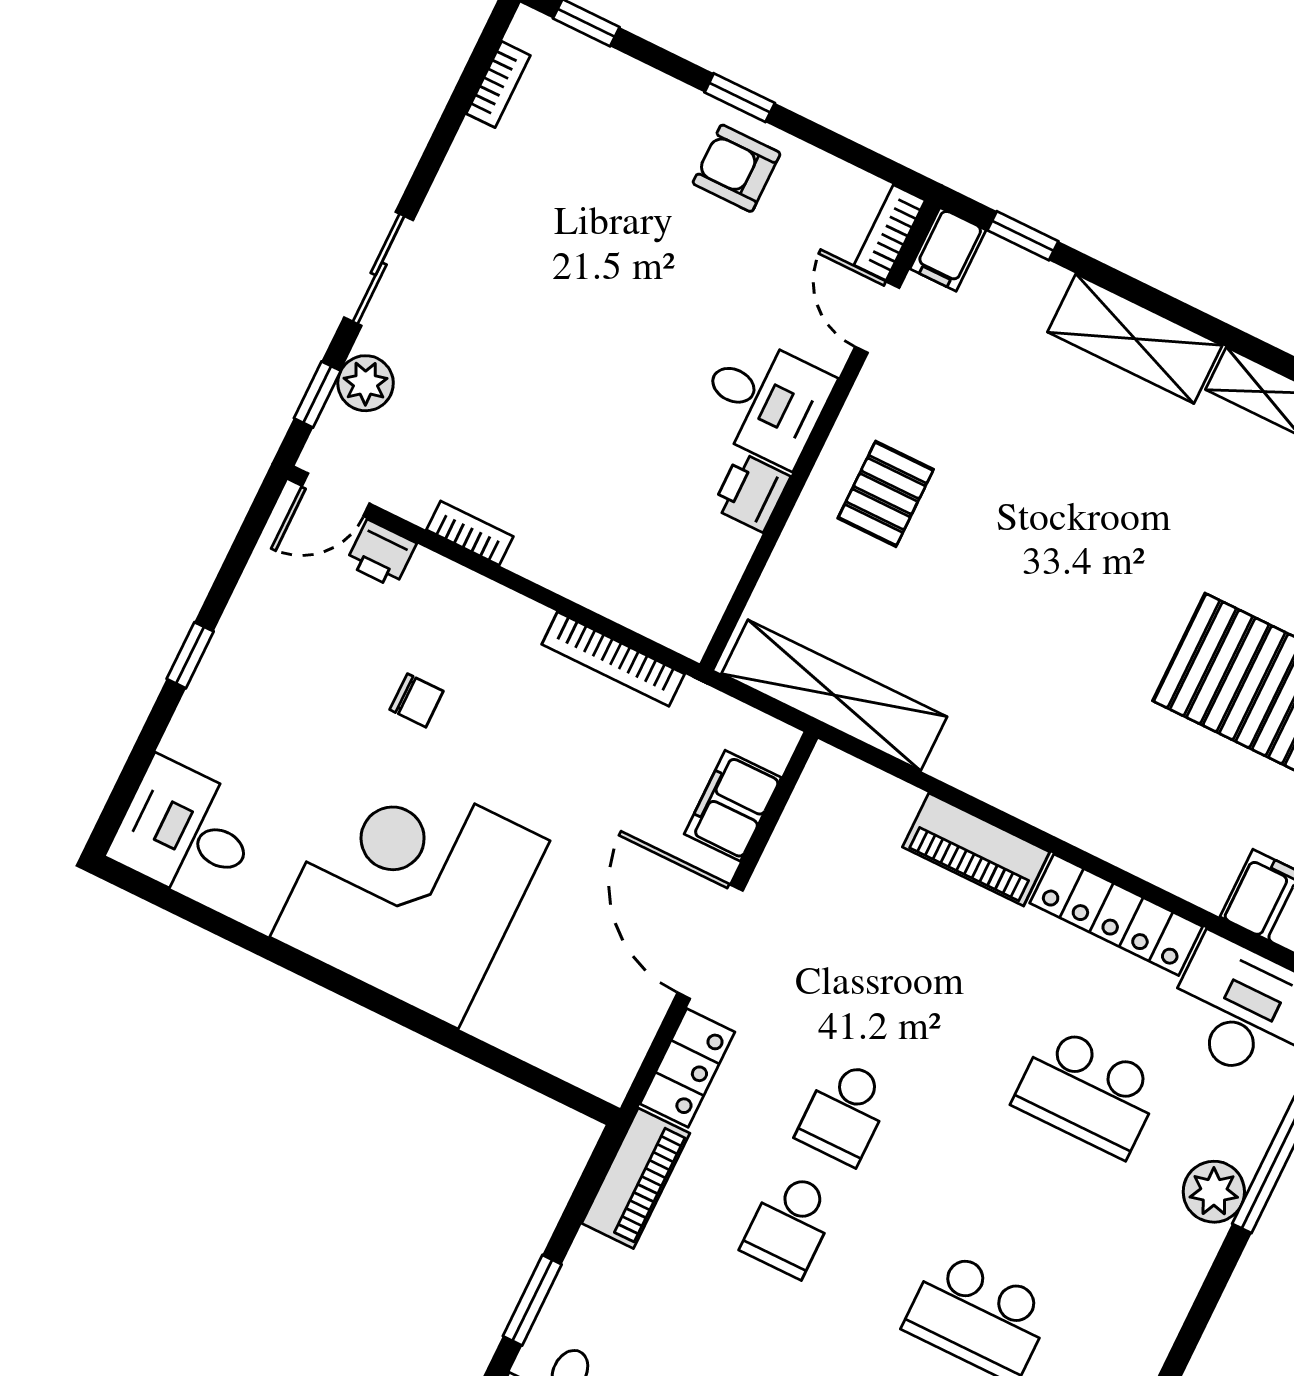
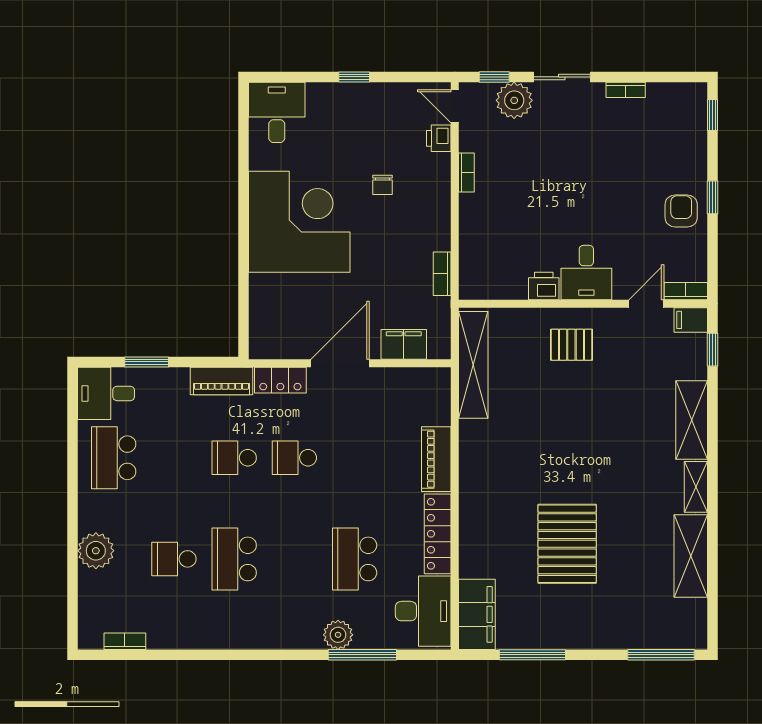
bookcase: (498, 84) -> (626, 90), moved
plant: (366, 383) -> (514, 100), width x1.36, depth x1.36
bookcase: (613, 659) -> (442, 274), width x0.64

